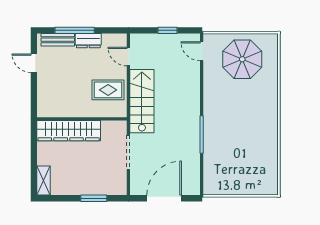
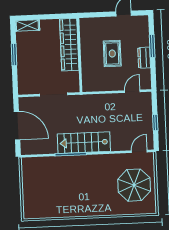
window: (75, 30) -> (152, 46), width x0.69
bench: (58, 40) -> (144, 32), removed
rug: (108, 90) -> (112, 54), moved
stairs: (142, 101) -> (84, 143), moved, turned 180
window: (94, 198) -> (14, 55), moved

